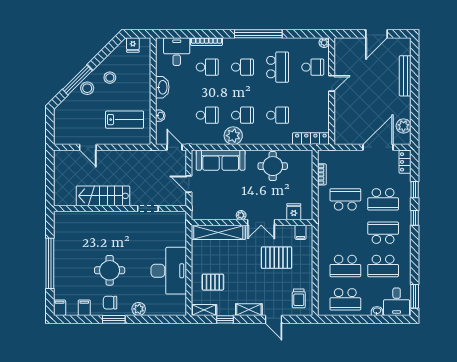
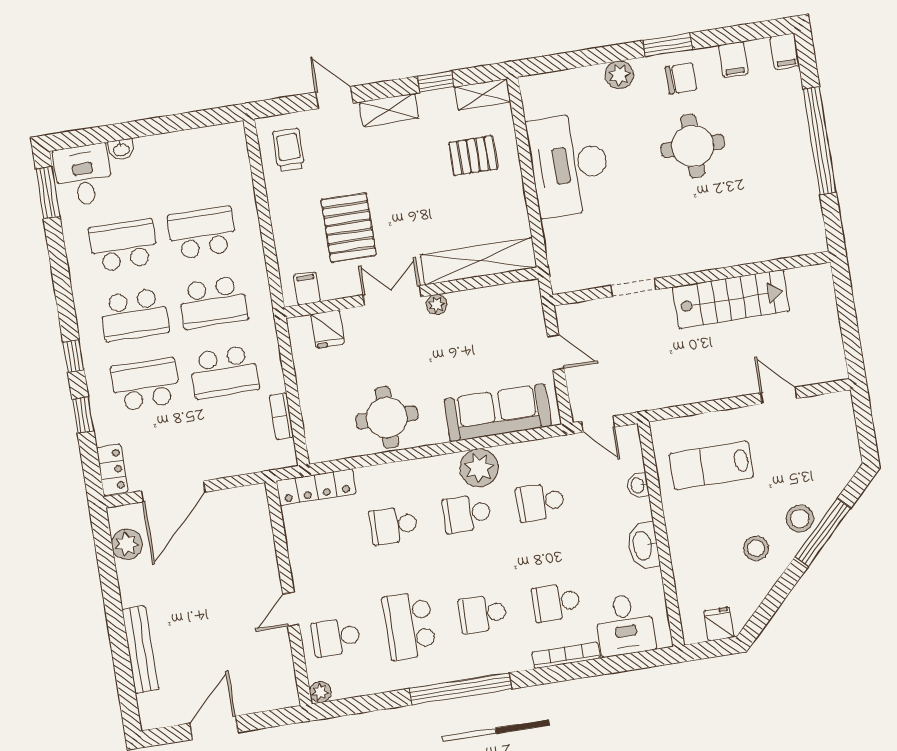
pallet: (276, 258) -> (349, 228), turned 90
school desk: (345, 299) -> (213, 302), moved, turned 180

